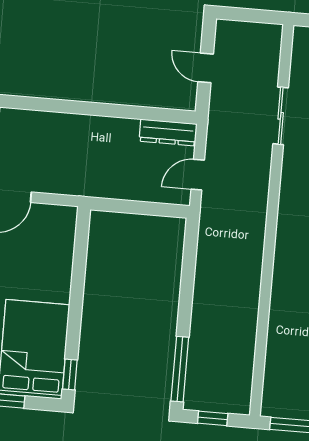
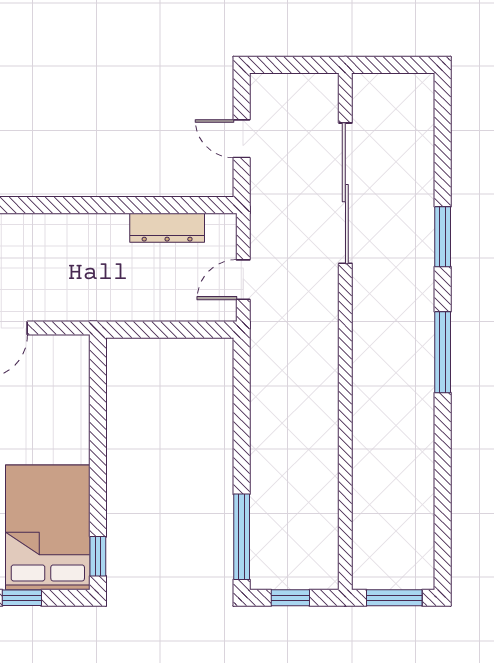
sliding door: (281, 116) -> (345, 193), width x1.86
dresser: (168, 132) -> (167, 228), moved

